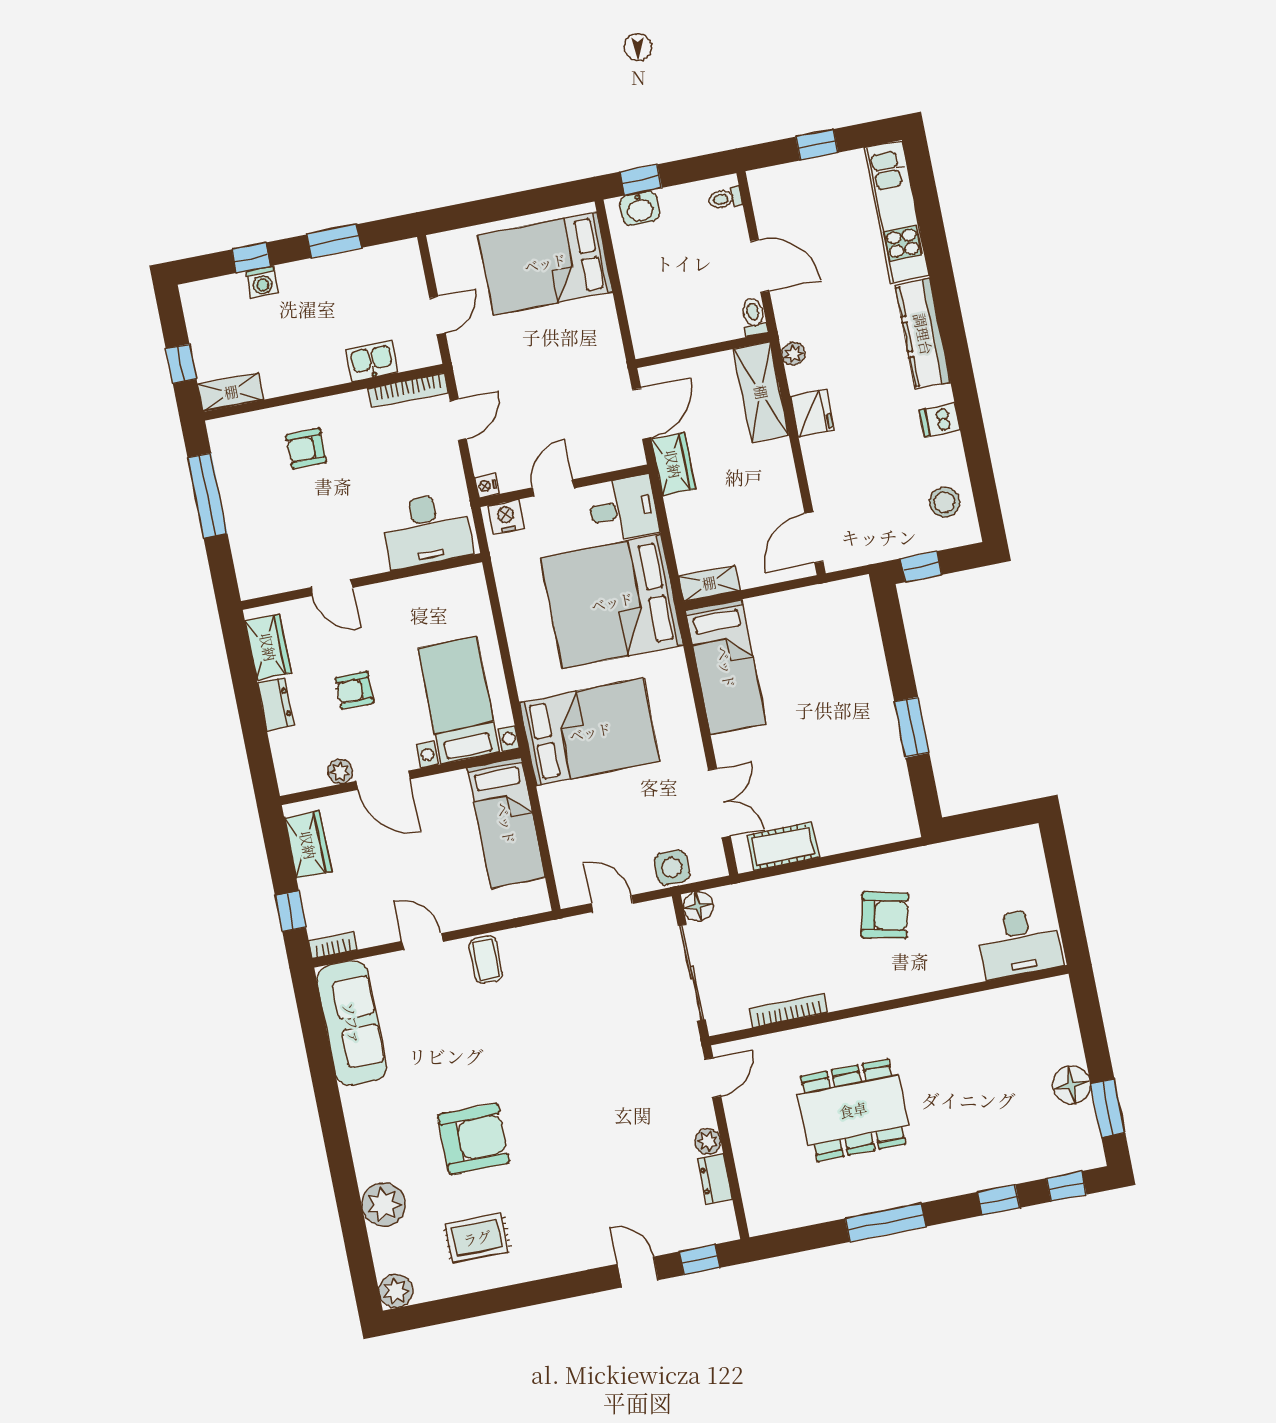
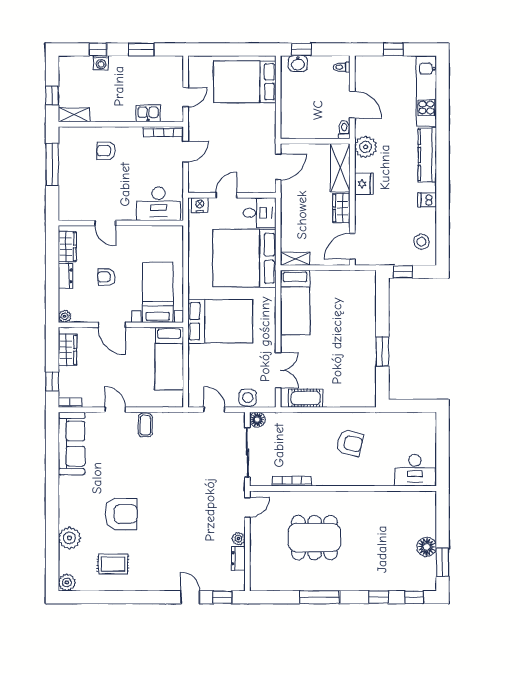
plant: (793, 354) -> (366, 147), width x1.88, depth x1.88
wardrobe: (673, 464) -> (341, 208), moved, turned 180
nightstand: (486, 486) -> (193, 187), removed
plant: (340, 772) -> (65, 316), moved

